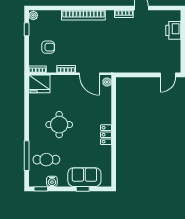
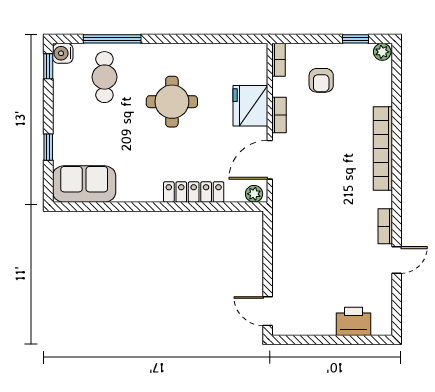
fridge: (39, 84) -> (250, 106), moved
locker: (106, 135) -> (194, 192), moved, width x1.53
sofa: (84, 177) -> (84, 184), moved, turned -90
water cooler: (52, 181) -> (63, 53), moved

